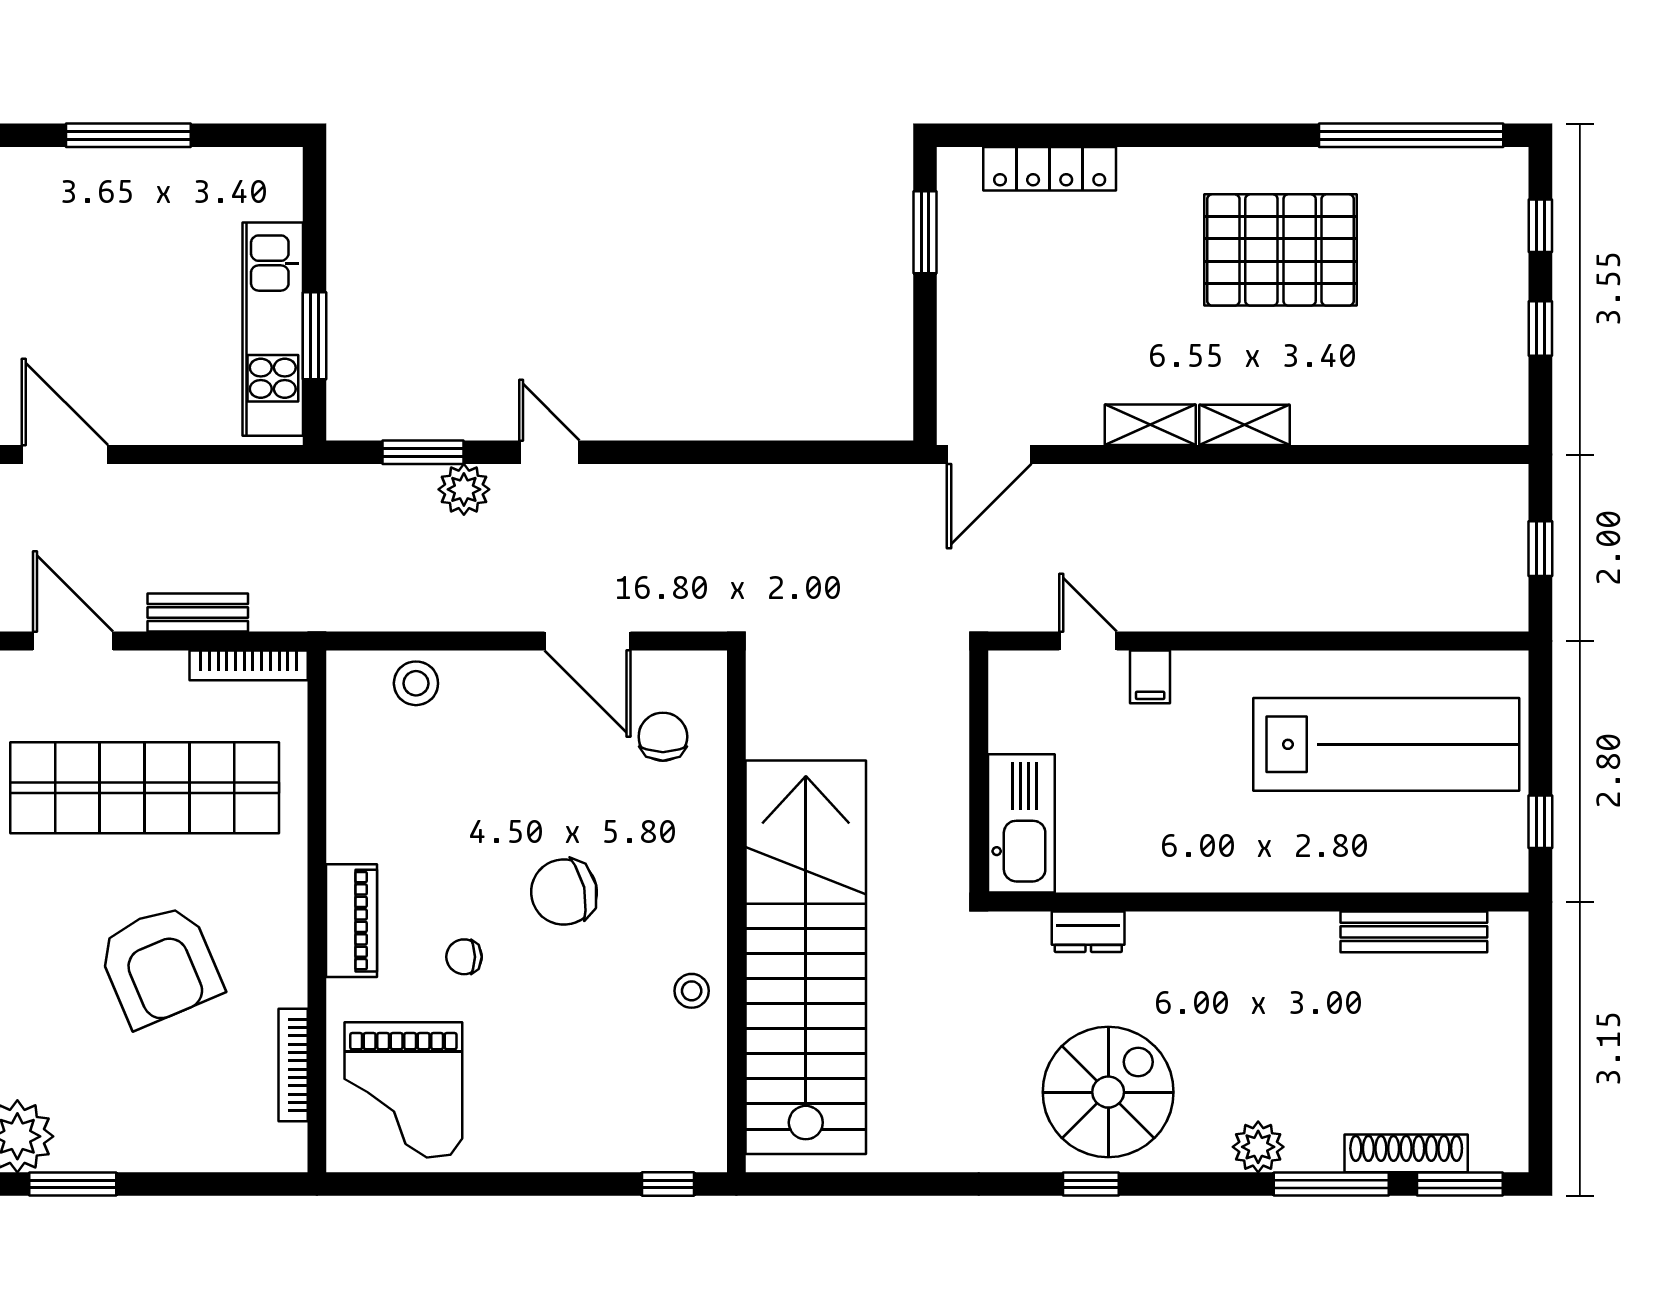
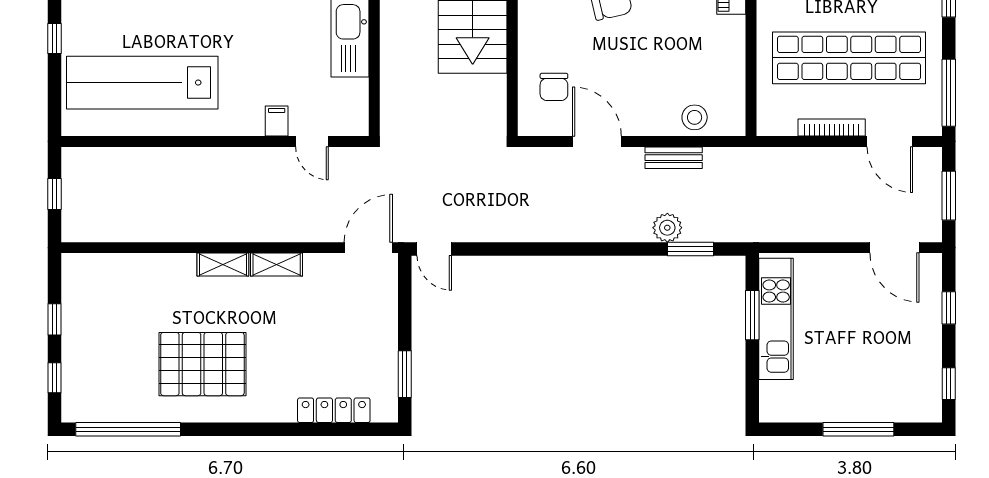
door: (549, 452) -> (434, 249), moved
bench: (198, 613) -> (674, 158), moved
bookcase: (249, 665) -> (832, 128), moved

